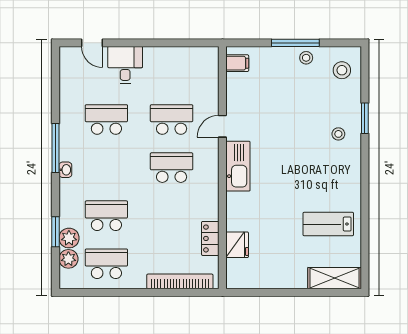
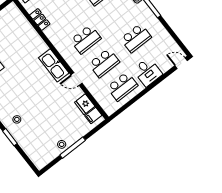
door: (92, 43) -> (181, 63), moved
stool: (342, 70) -> (39, 152), removed
school desk: (172, 71) -> (122, 86), added
door: (222, 126) -> (77, 79), swing flipped
fridge: (237, 245) -> (85, 104), moved

